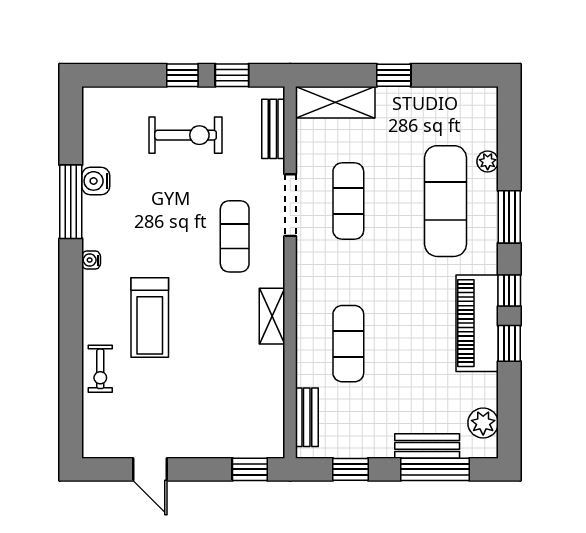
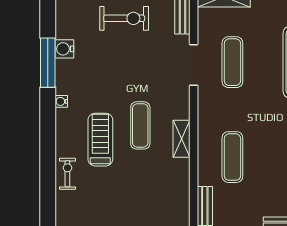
exercise mat: (235, 236) -> (140, 125), moved
treadmill: (150, 317) -> (100, 140), turned 180
exercise bike: (100, 369) -> (67, 174), turned 180

